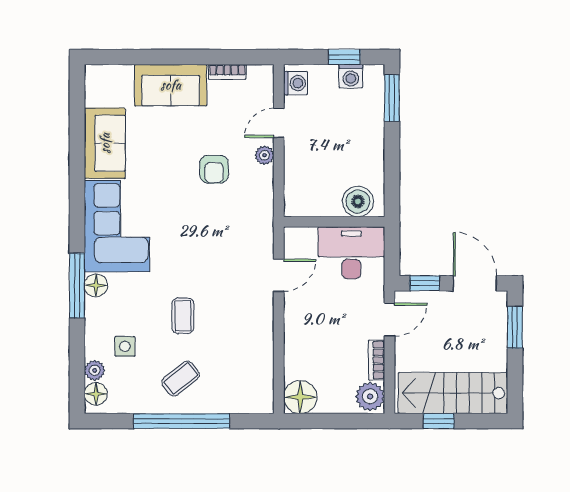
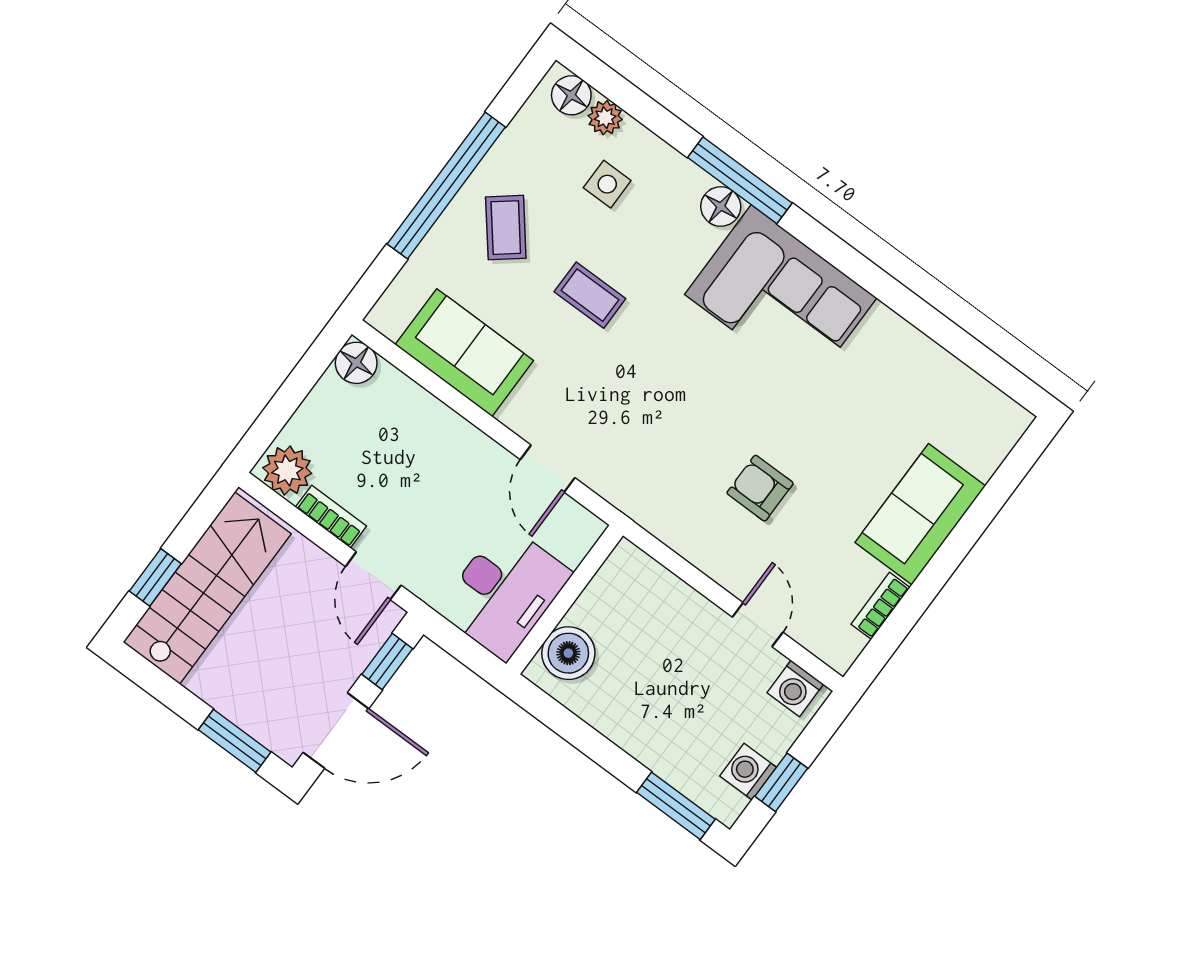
sofa: (105, 143) -> (464, 353), moved, turned 180
plant: (264, 155) -> (728, 572), removed
floor lamp: (300, 397) -> (356, 363), width x0.73, depth x0.73
window: (439, 421) -> (155, 577), moved

